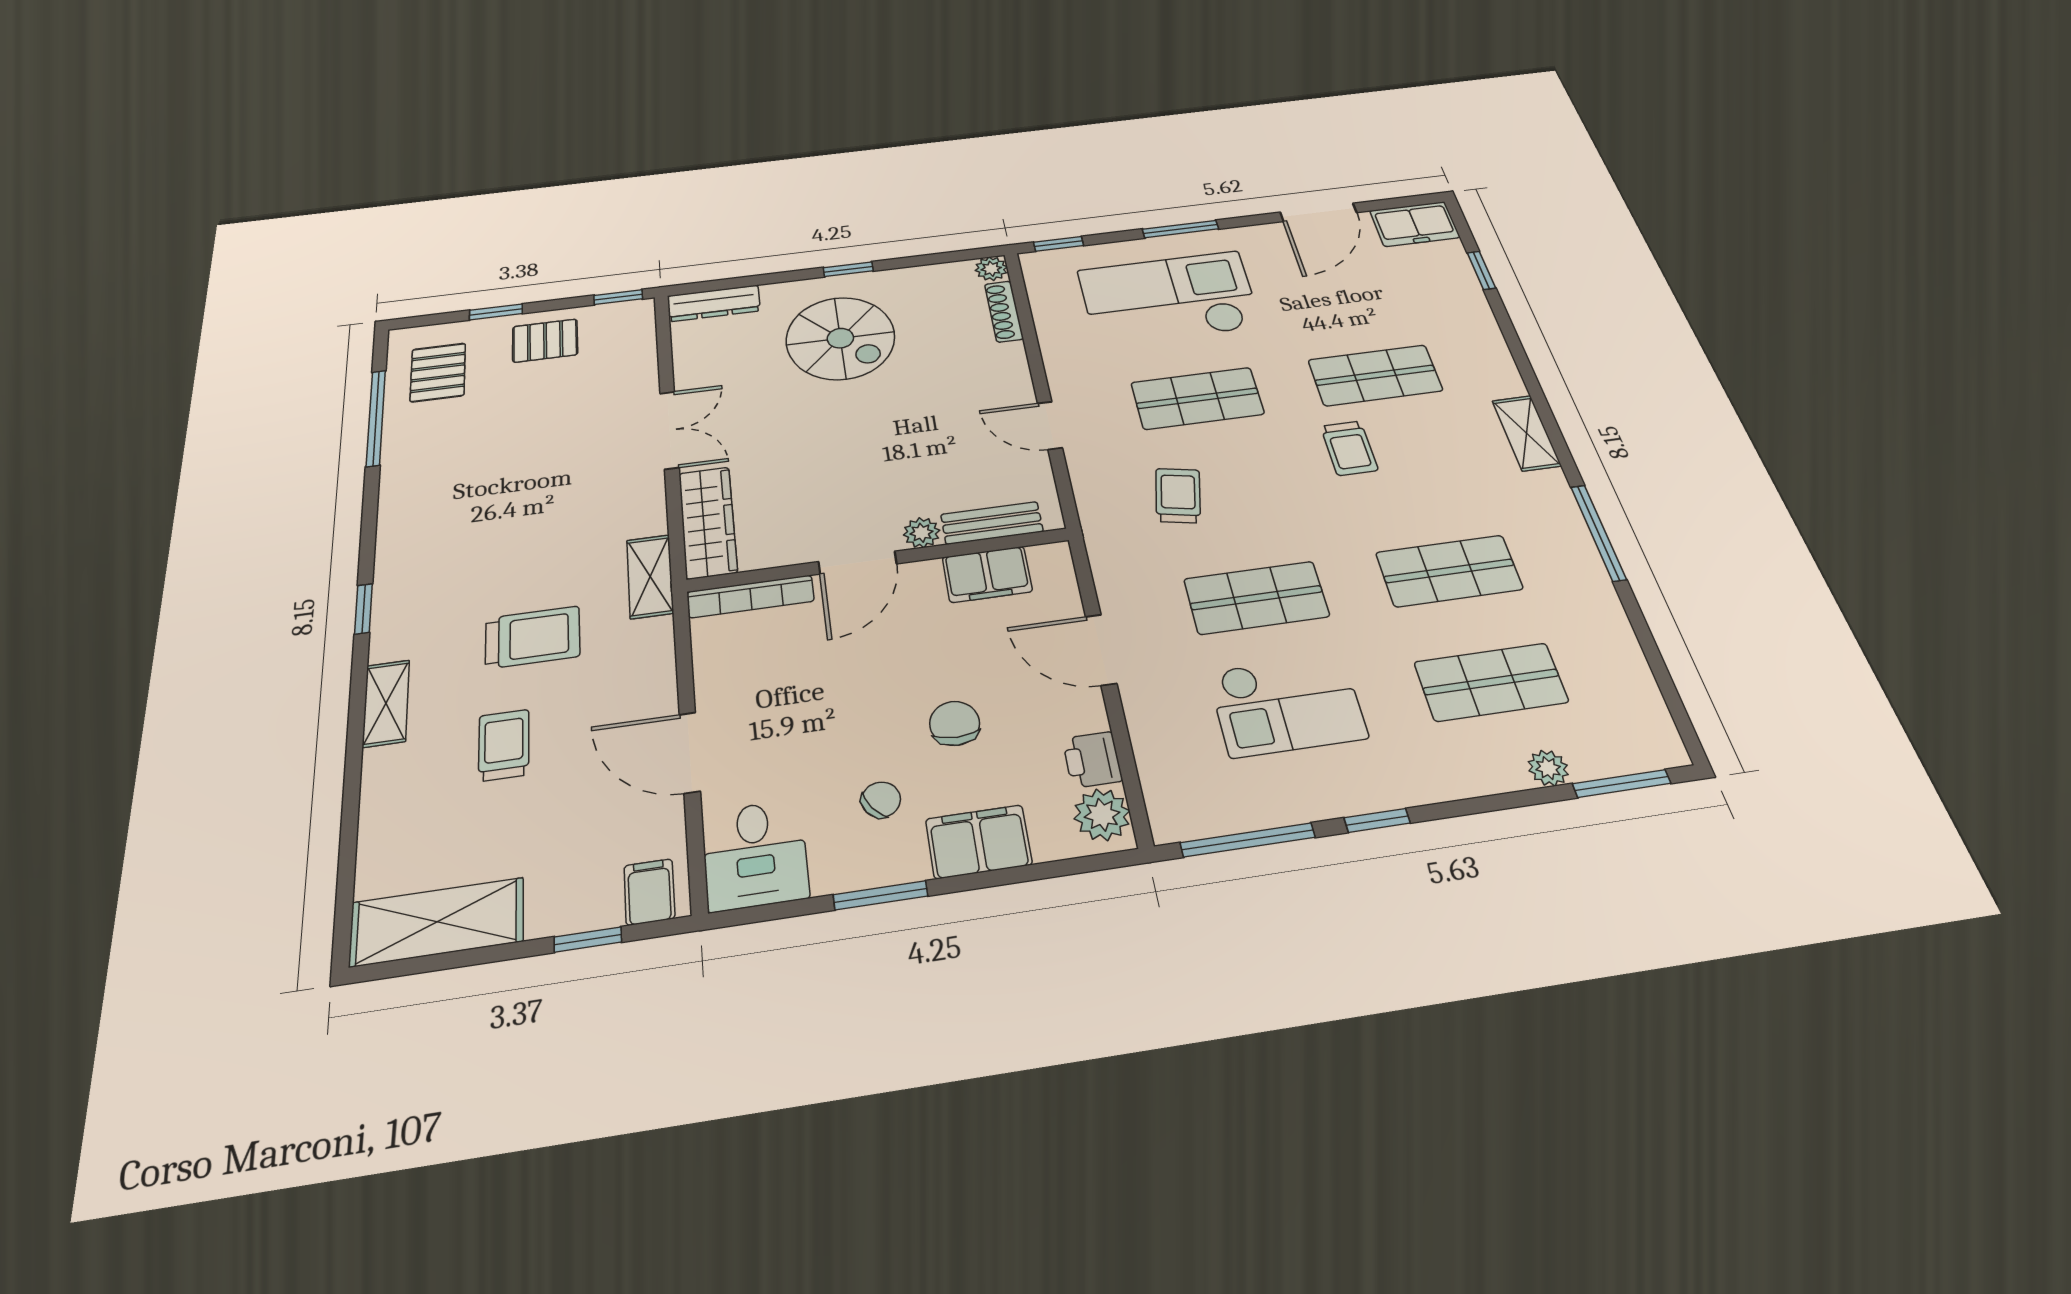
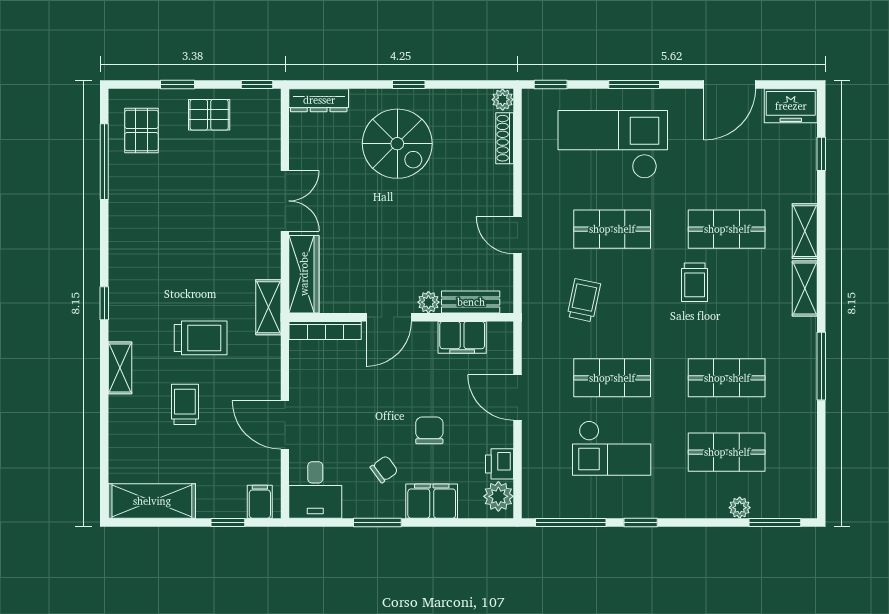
shelving: (1496, 362) -> (805, 231), added

